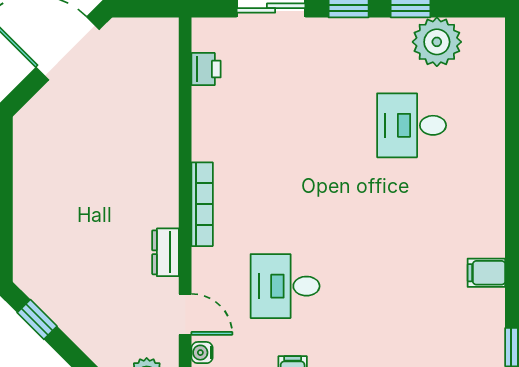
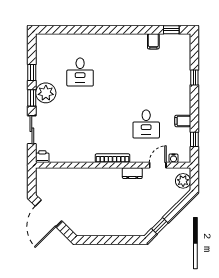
plant: (437, 42) -> (46, 93), moved
printer: (206, 69) -> (42, 157), moved
filing cabinet: (486, 273) -> (153, 41), moved

